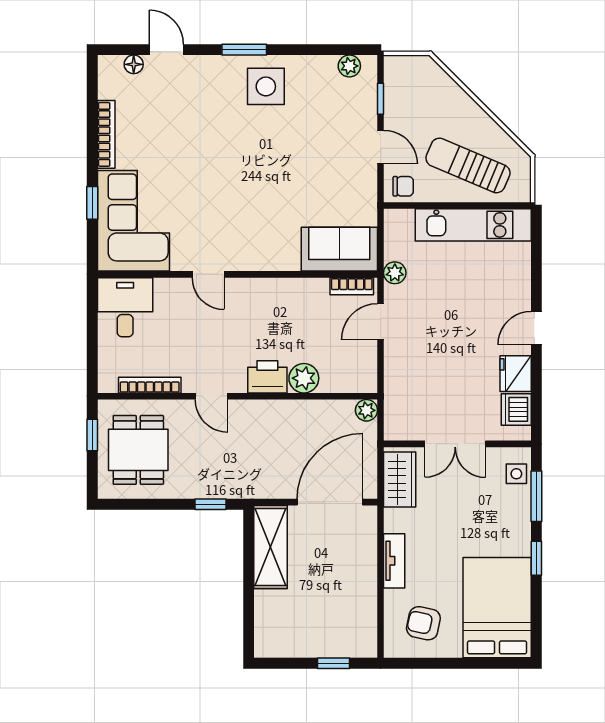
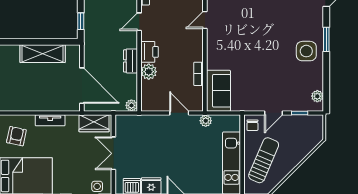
bookcase: (352, 286) -> (198, 74), moved
dresser: (284, 412) -> (131, 61), added
shelving: (271, 547) -> (43, 54), moved

